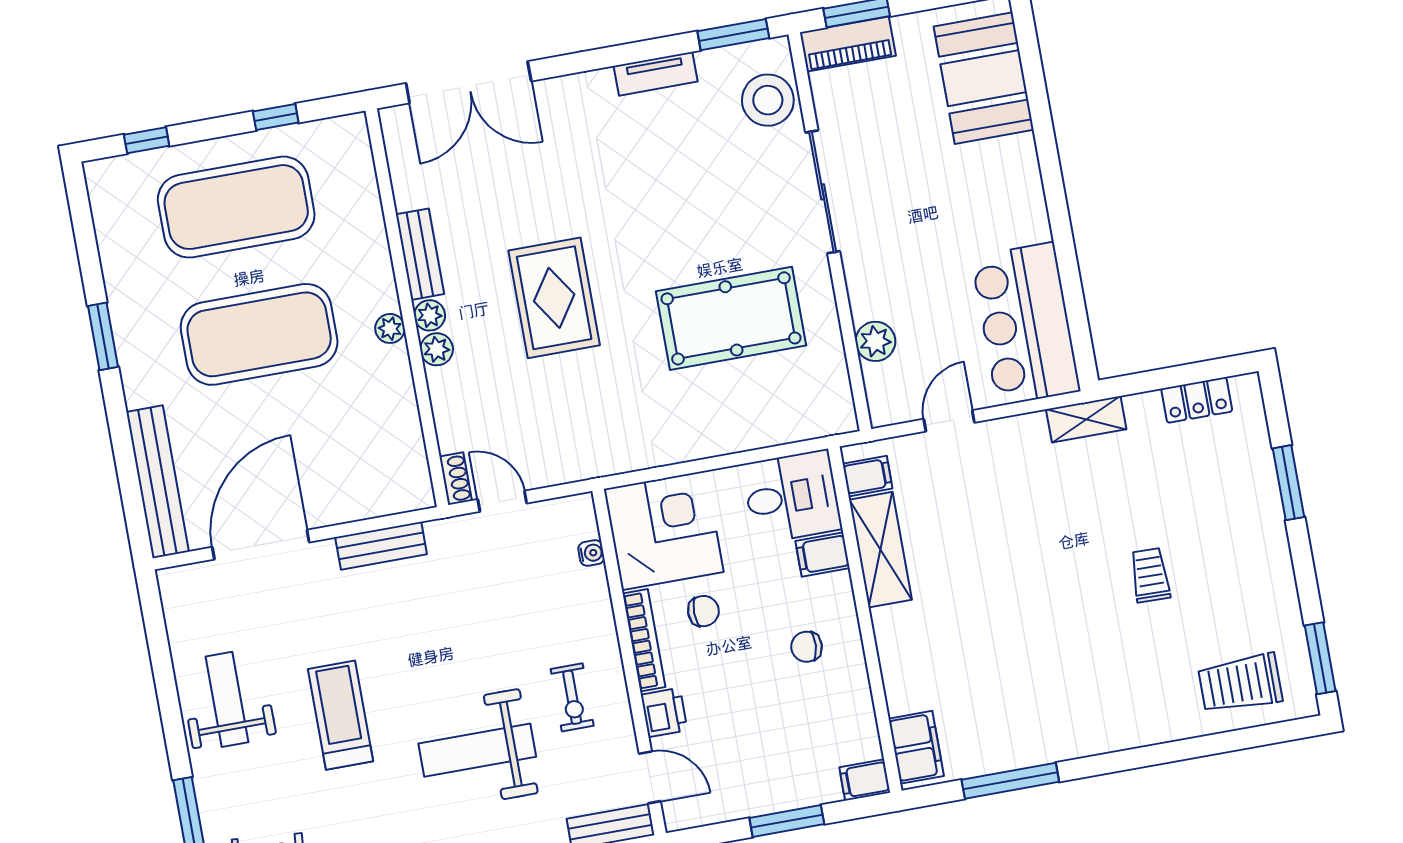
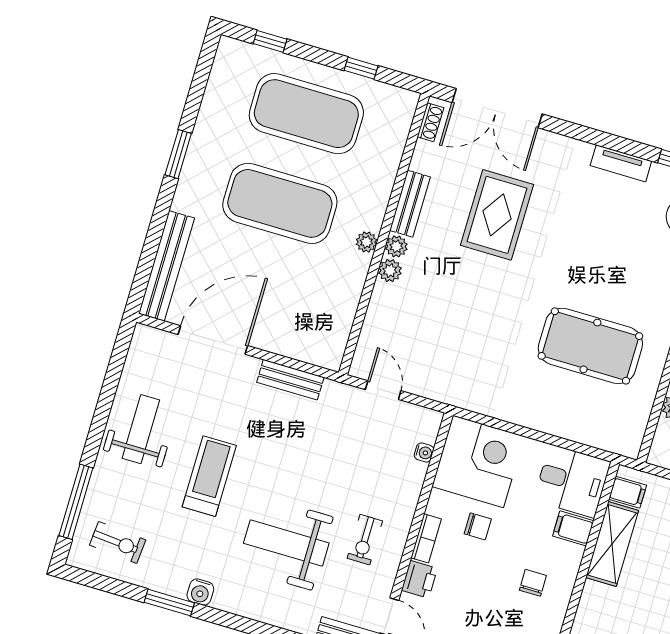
rug: (554, 298) -> (497, 215), moved
shoe rack: (456, 479) -> (430, 122), moved
bookcase: (644, 640) -> (426, 538), width x0.64
chair: (807, 647) -> (533, 583), turned 86

